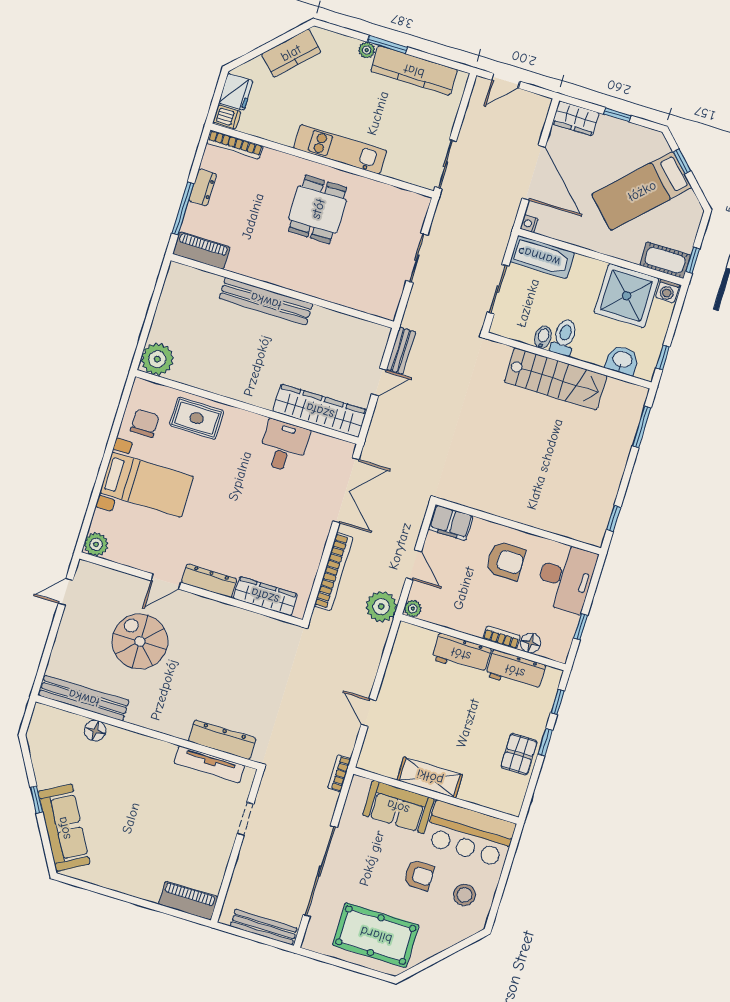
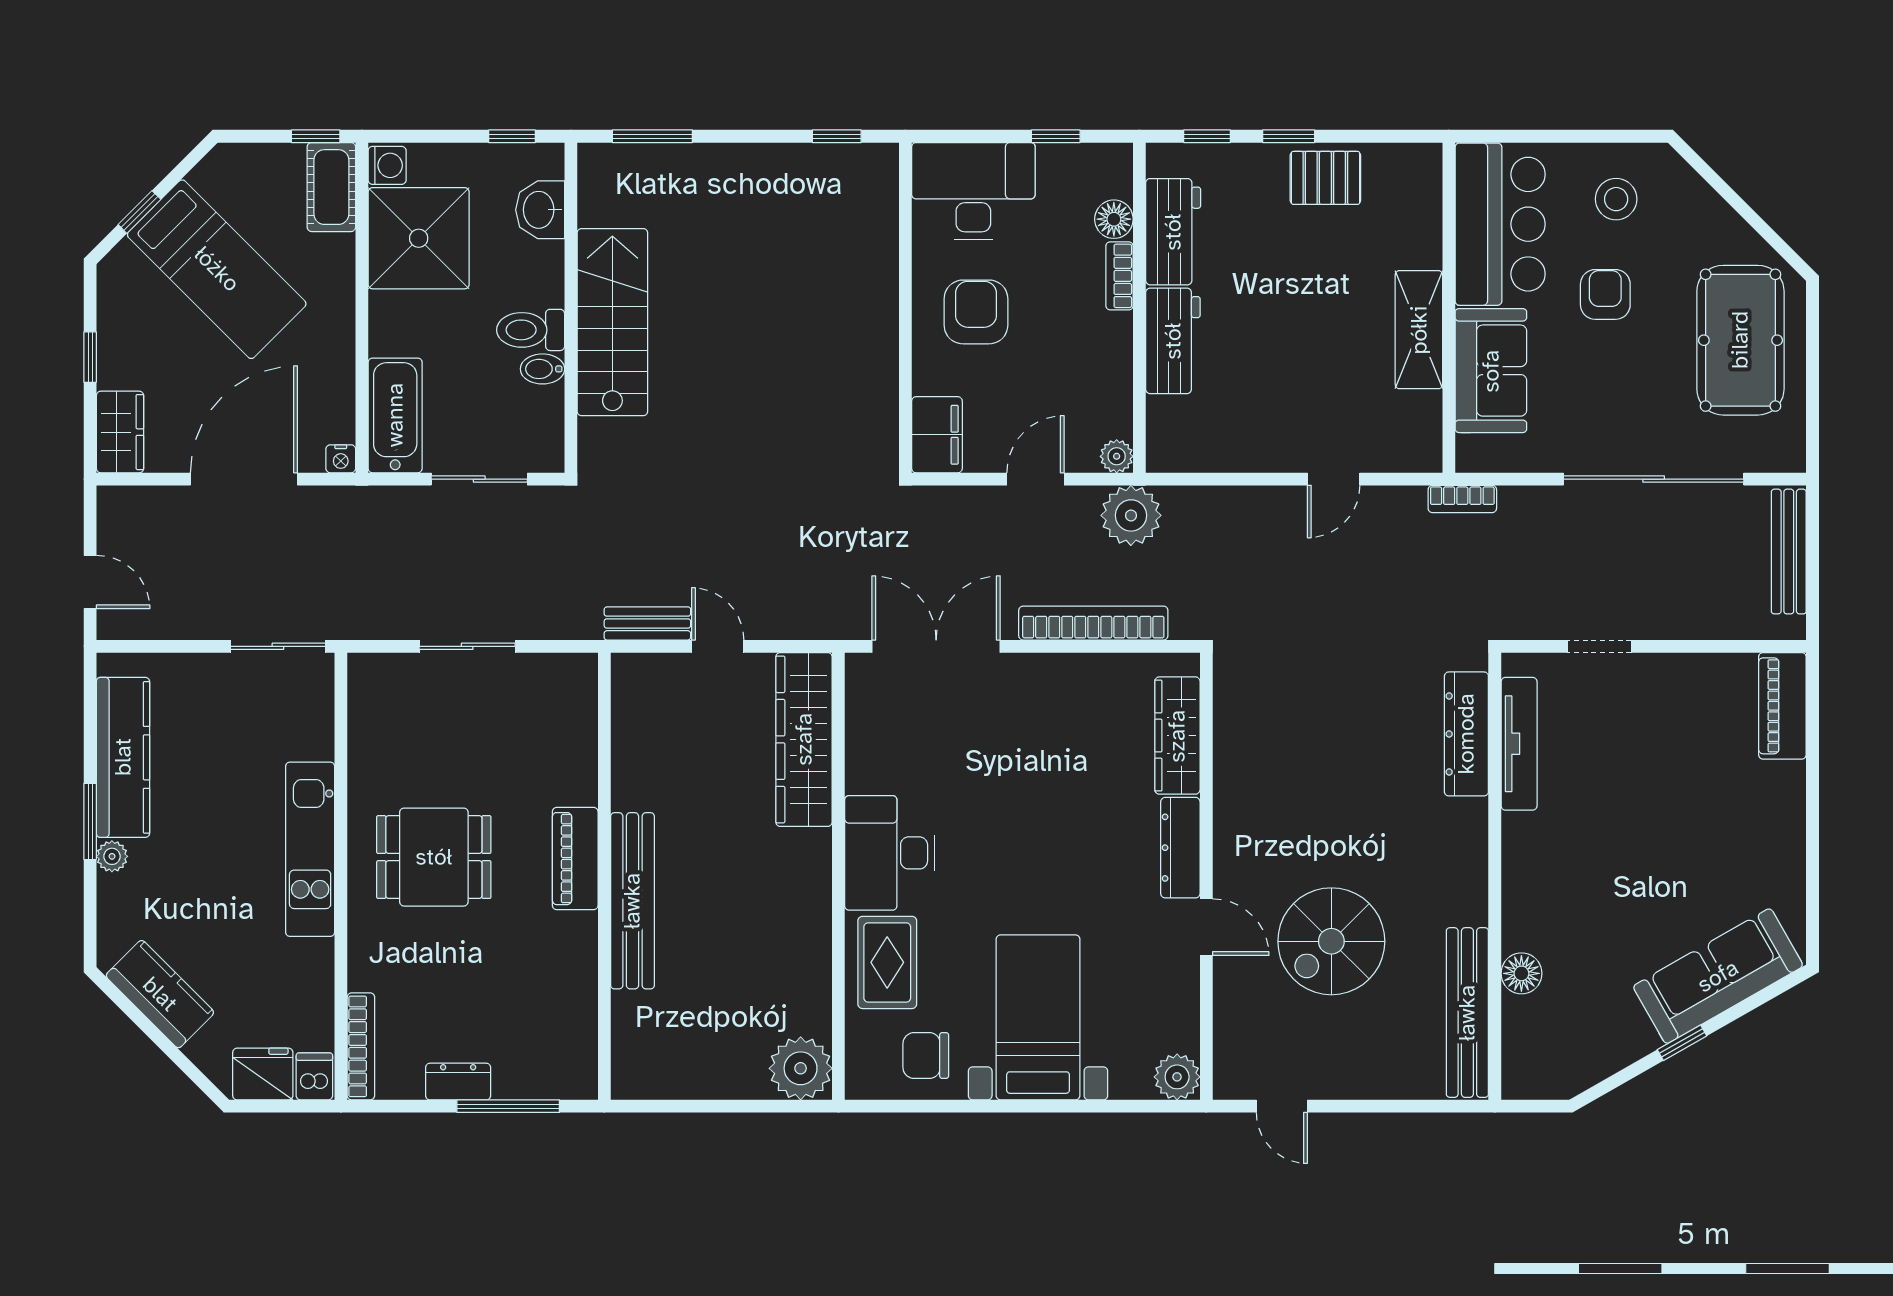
piano: (201, 250) -> (575, 859), moved
desk: (284, 446) -> (890, 853), moved, width x1.37

